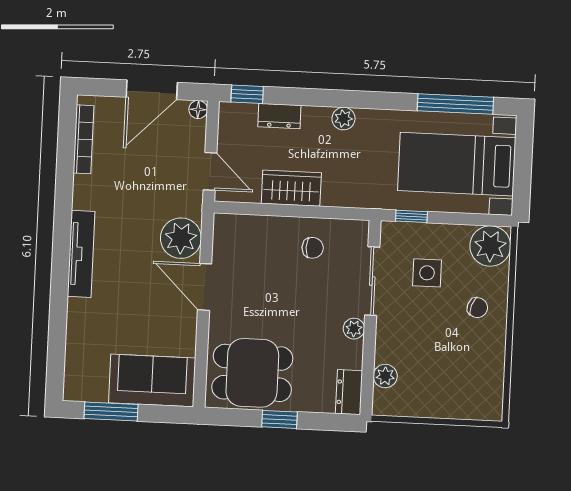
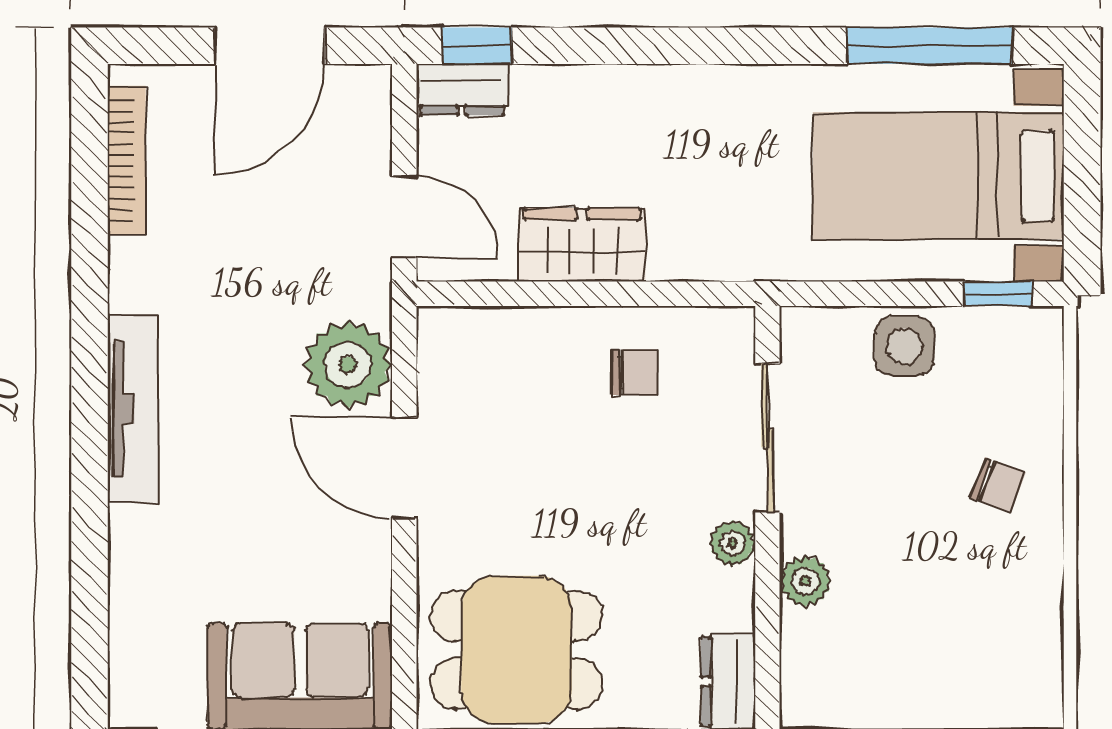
floor lamp: (198, 110) -> (372, 84), removed
dresser: (279, 116) -> (462, 90), moved
plant: (344, 119) -> (688, 89), removed
window: (411, 216) -> (998, 294), moved
plant: (490, 246) -> (1020, 350), removed
side table: (427, 273) -> (905, 346), moved
plant: (385, 376) -> (805, 581), moved

